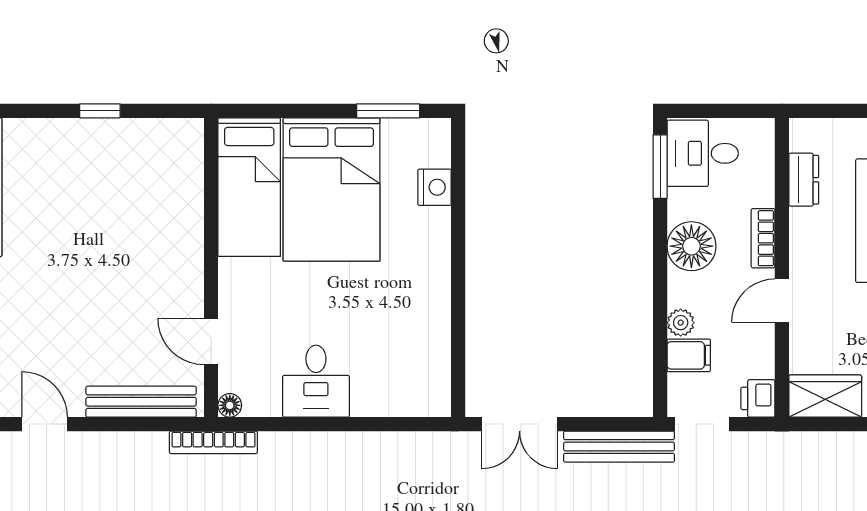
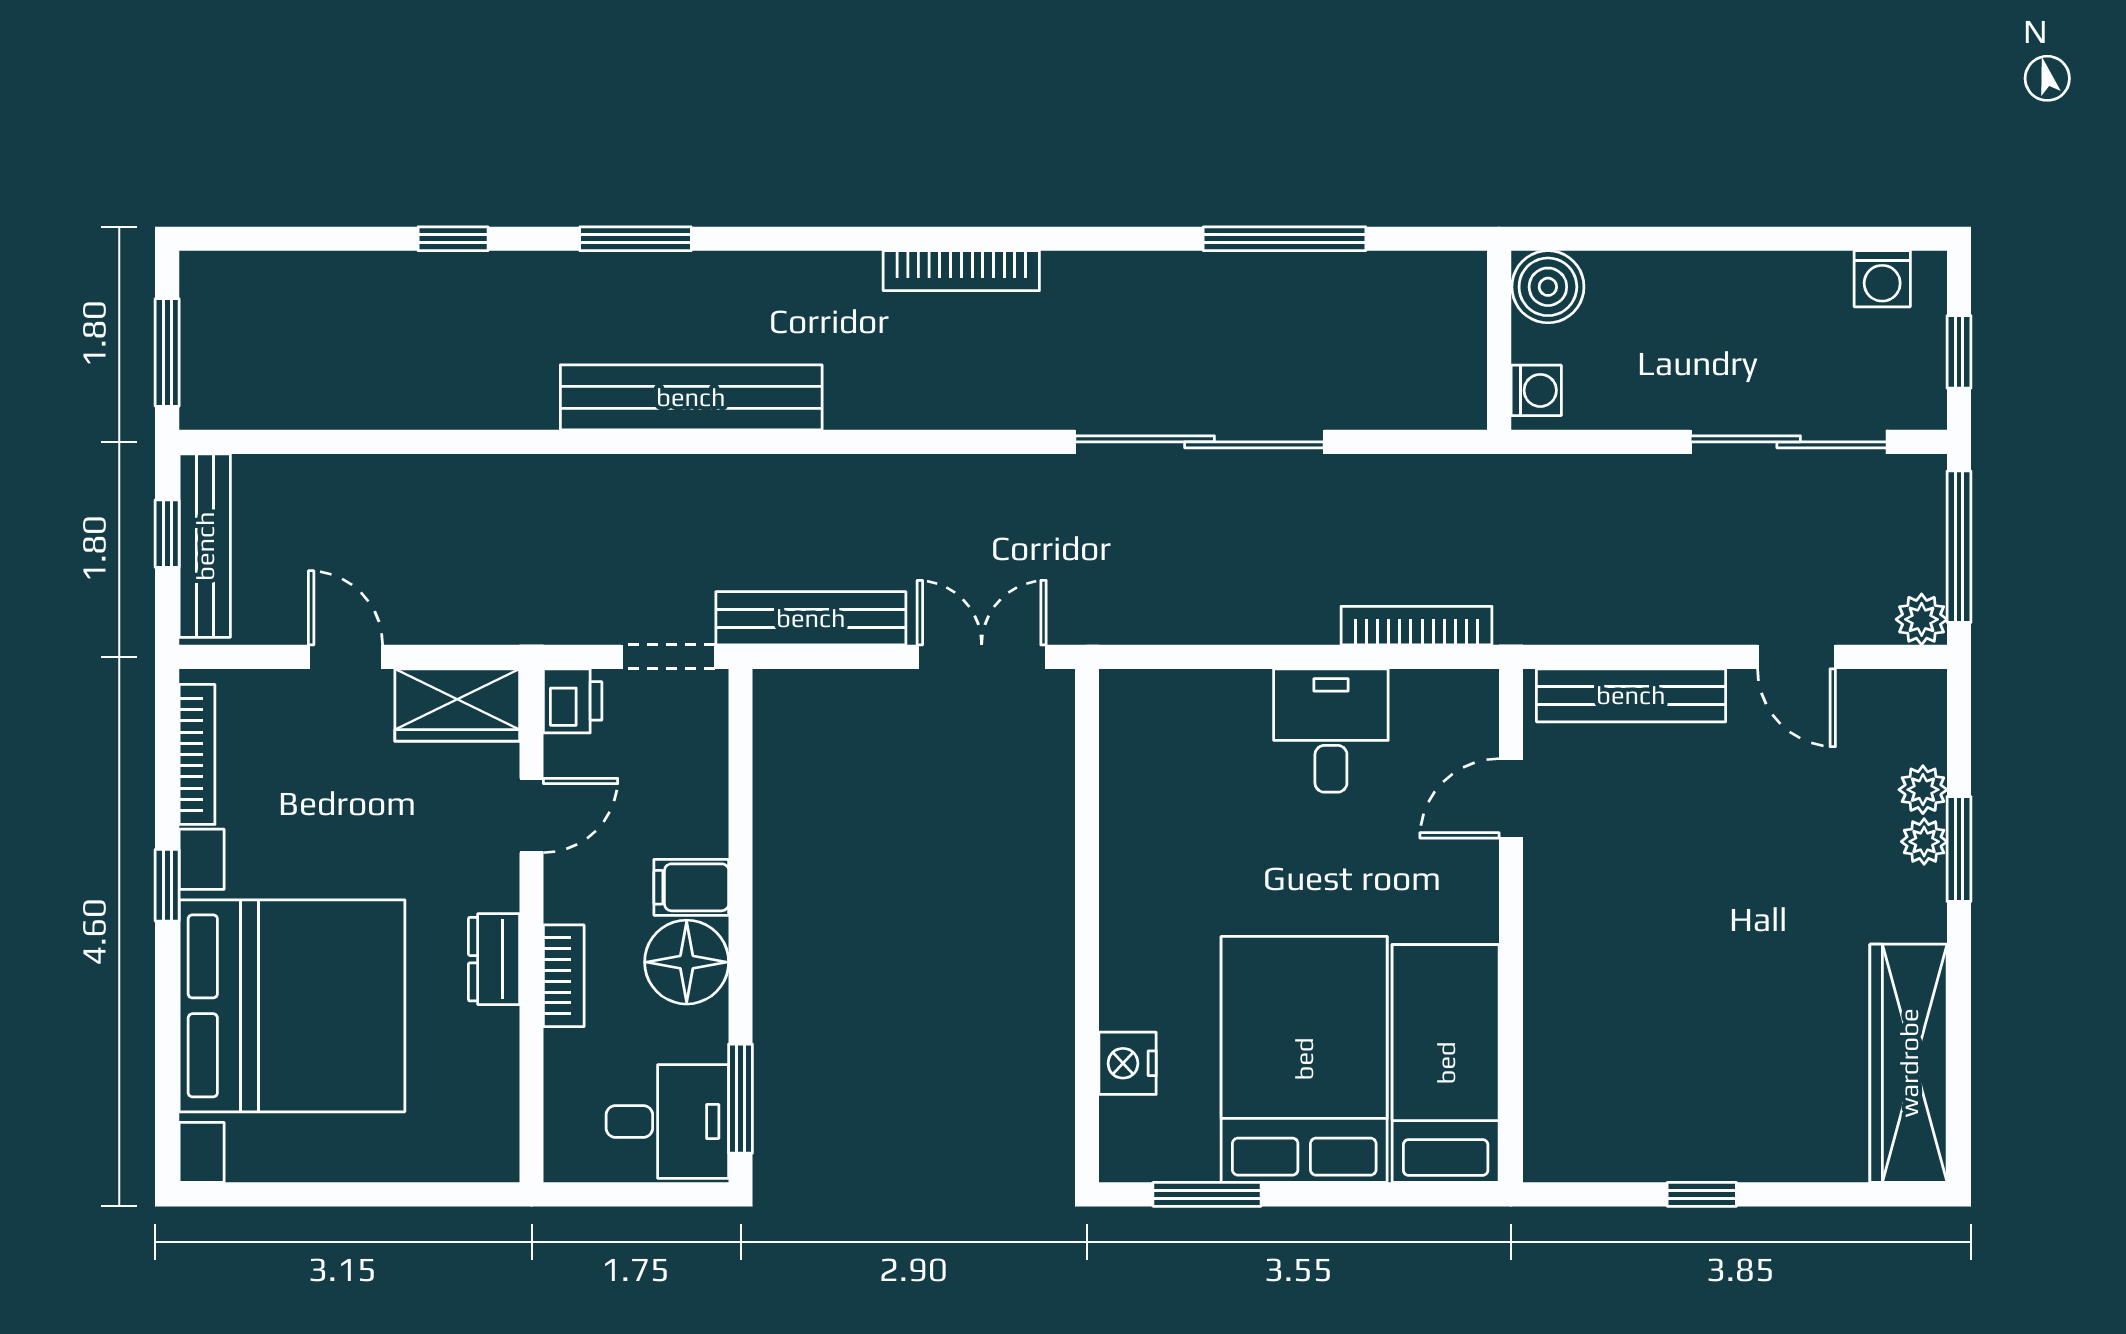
dresser: (804, 180) -> (494, 959), moved
door: (782, 301) -> (532, 815), moved
plant: (681, 323) -> (705, 831), removed
door: (211, 342) -> (1511, 798), swing flipped
filing cabinet: (689, 355) -> (691, 887), moved
floor lamp: (230, 405) -> (1479, 689), removed
bookcase: (213, 442) -> (1416, 626), moved

